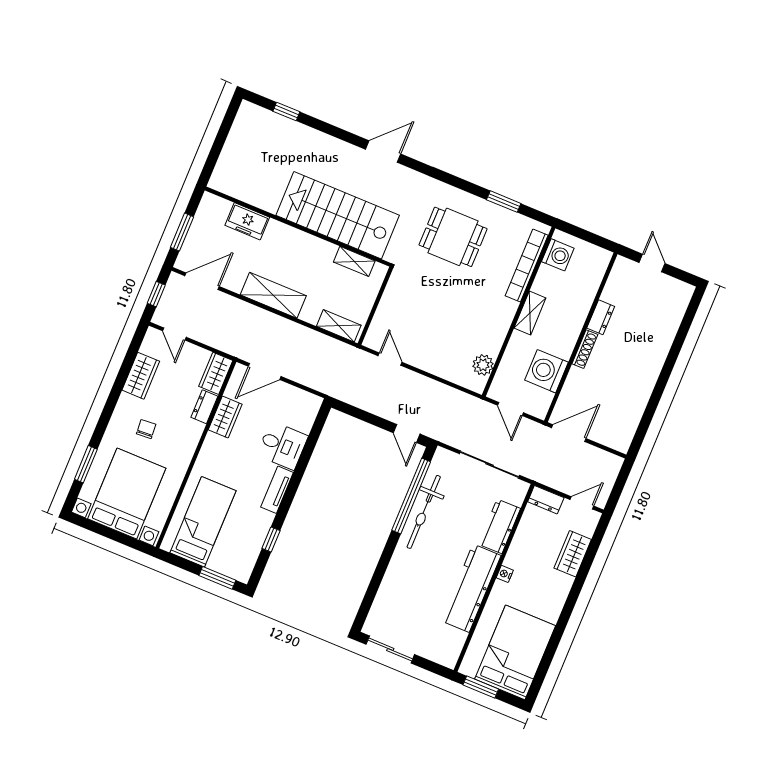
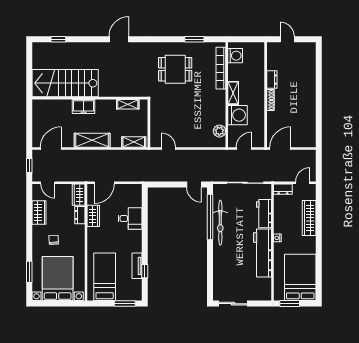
stairs: (338, 215) -> (65, 83), moved
freezer: (247, 221) -> (84, 106), moved
window: (182, 232) -> (29, 127), removed
washing machine: (547, 371) -> (238, 115), moved, turned 180
door: (511, 409) -> (244, 148), swing flipped
tv unit: (277, 490) -> (137, 266), moved
wardrobe: (573, 554) -> (309, 218), width x1.50

